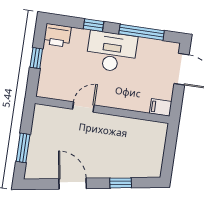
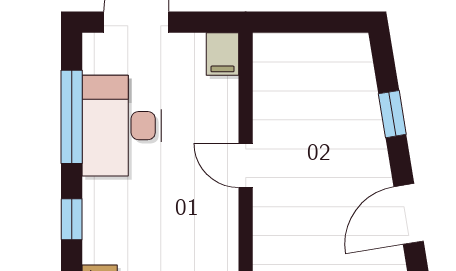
desk: (112, 52) -> (122, 126), moved
door: (83, 107) -> (246, 165), moved

